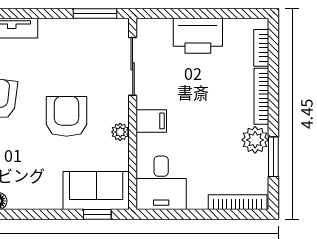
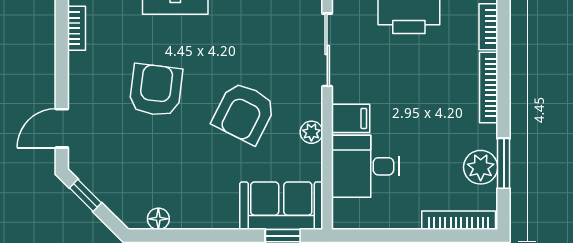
armchair: (66, 116) -> (244, 113), turned -153
plant: (255, 140) -> (481, 167), moved
desk: (161, 183) -> (365, 166), moved, turned 90

